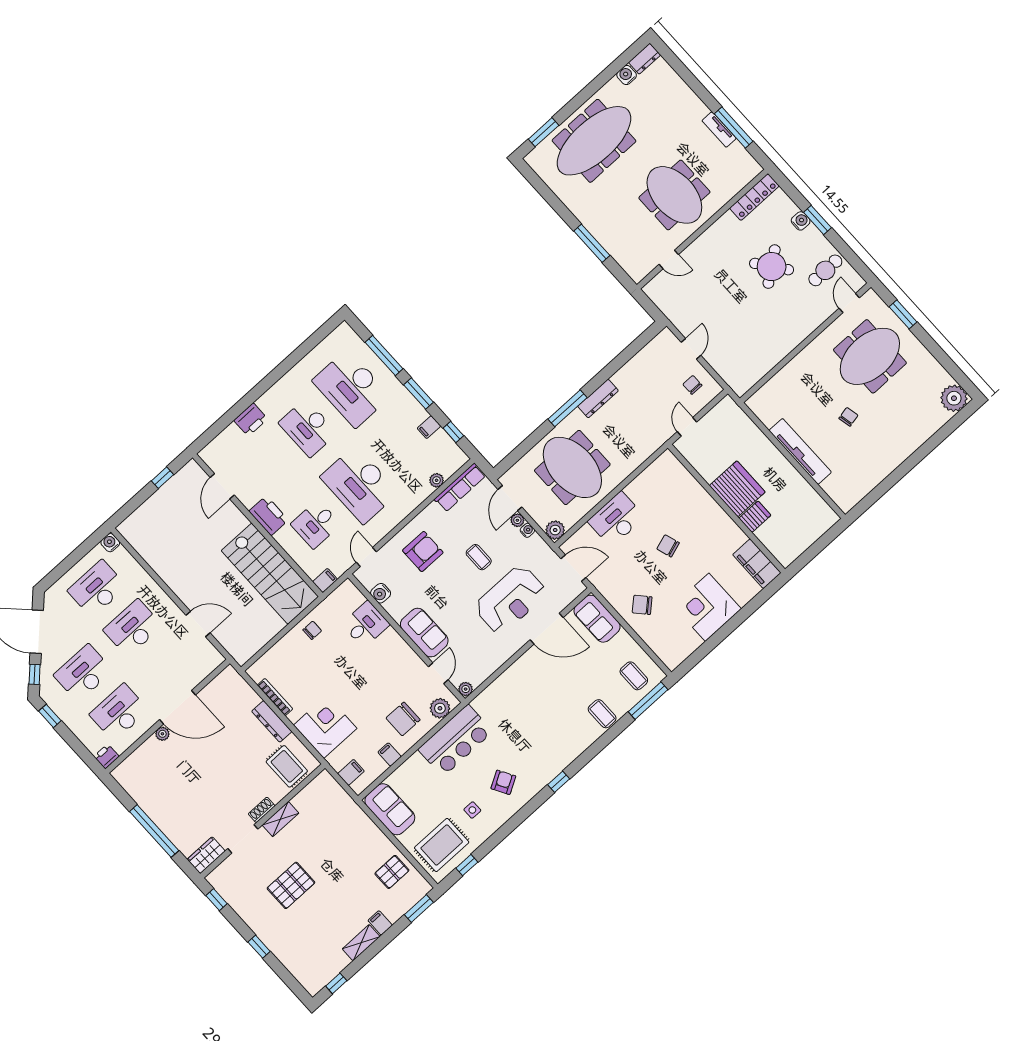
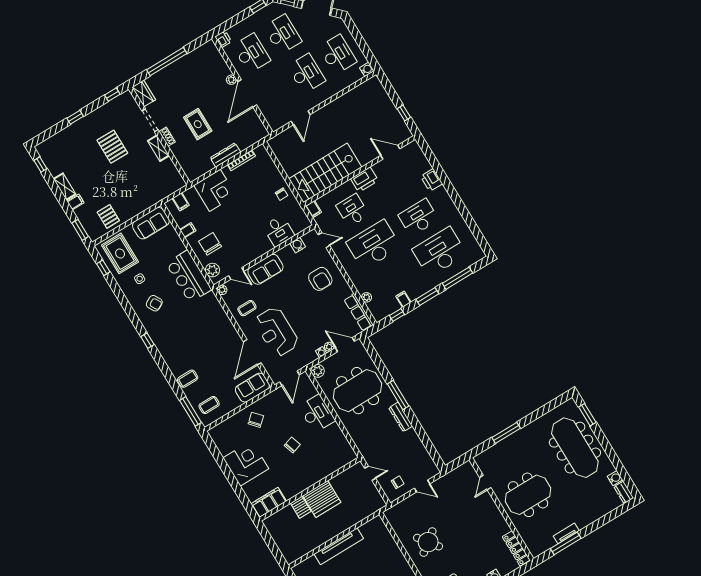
round table: (772, 267) -> (428, 542), moved
coffee table: (479, 557) -> (247, 308), moved
rug: (287, 766) -> (198, 124), moved, turned 90

